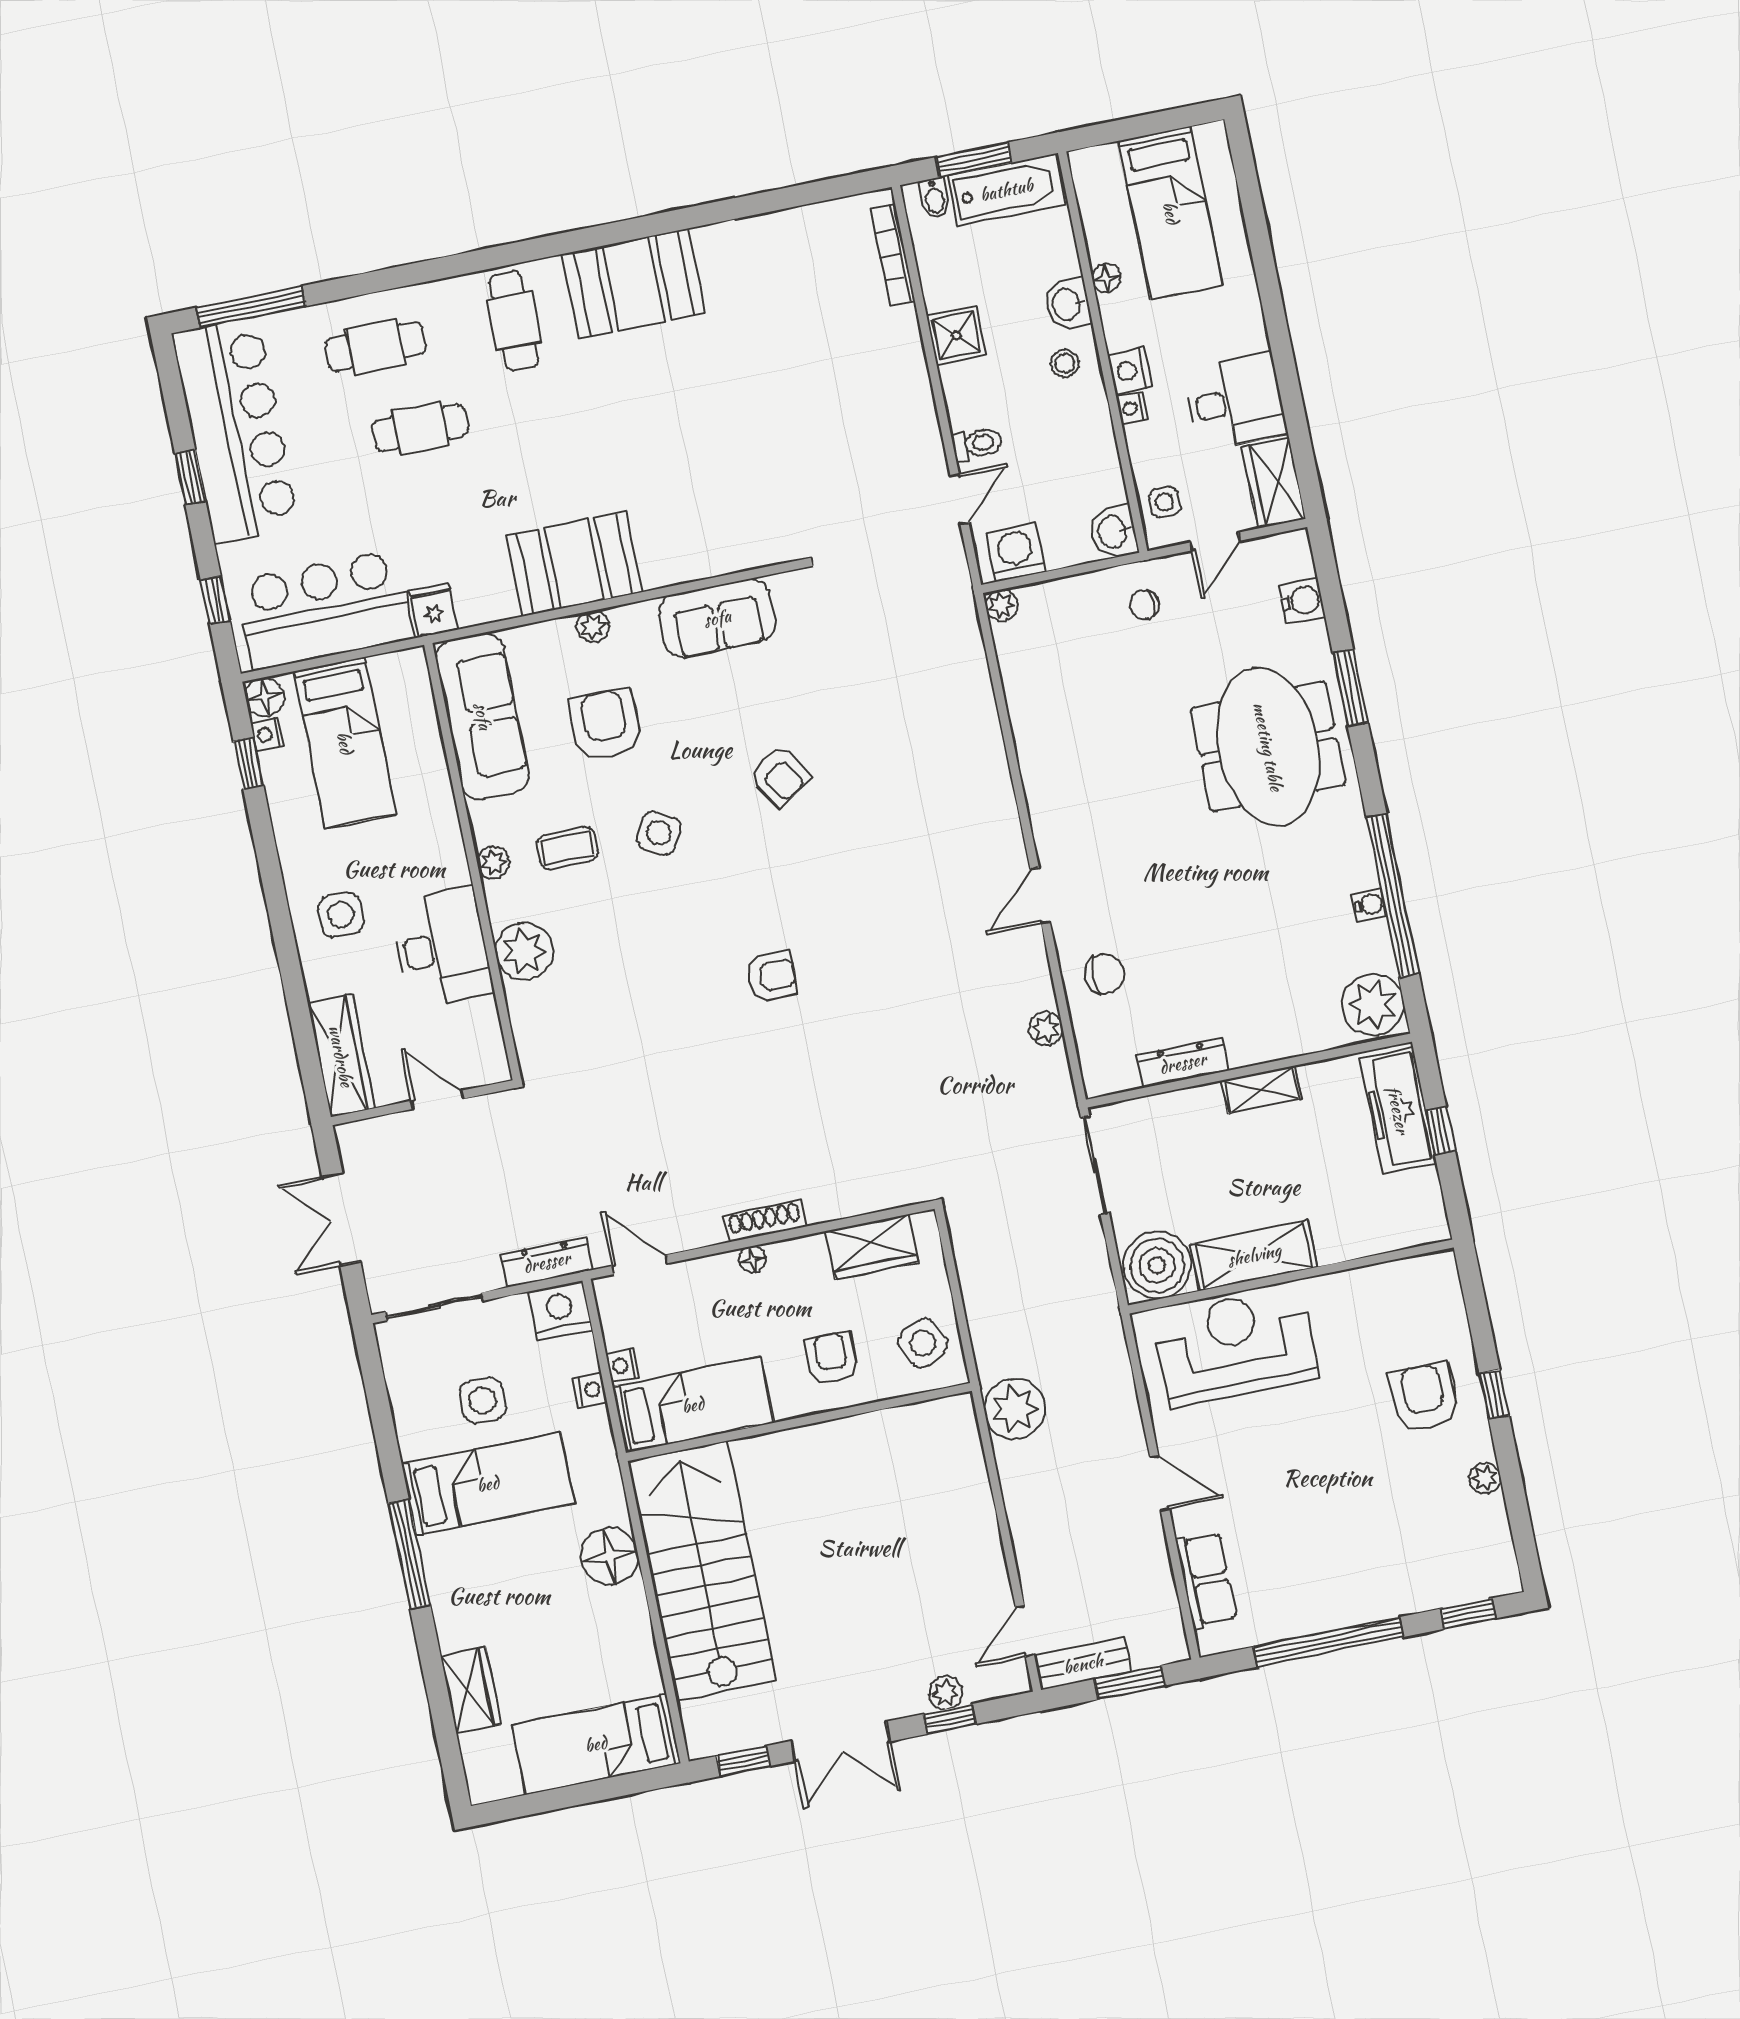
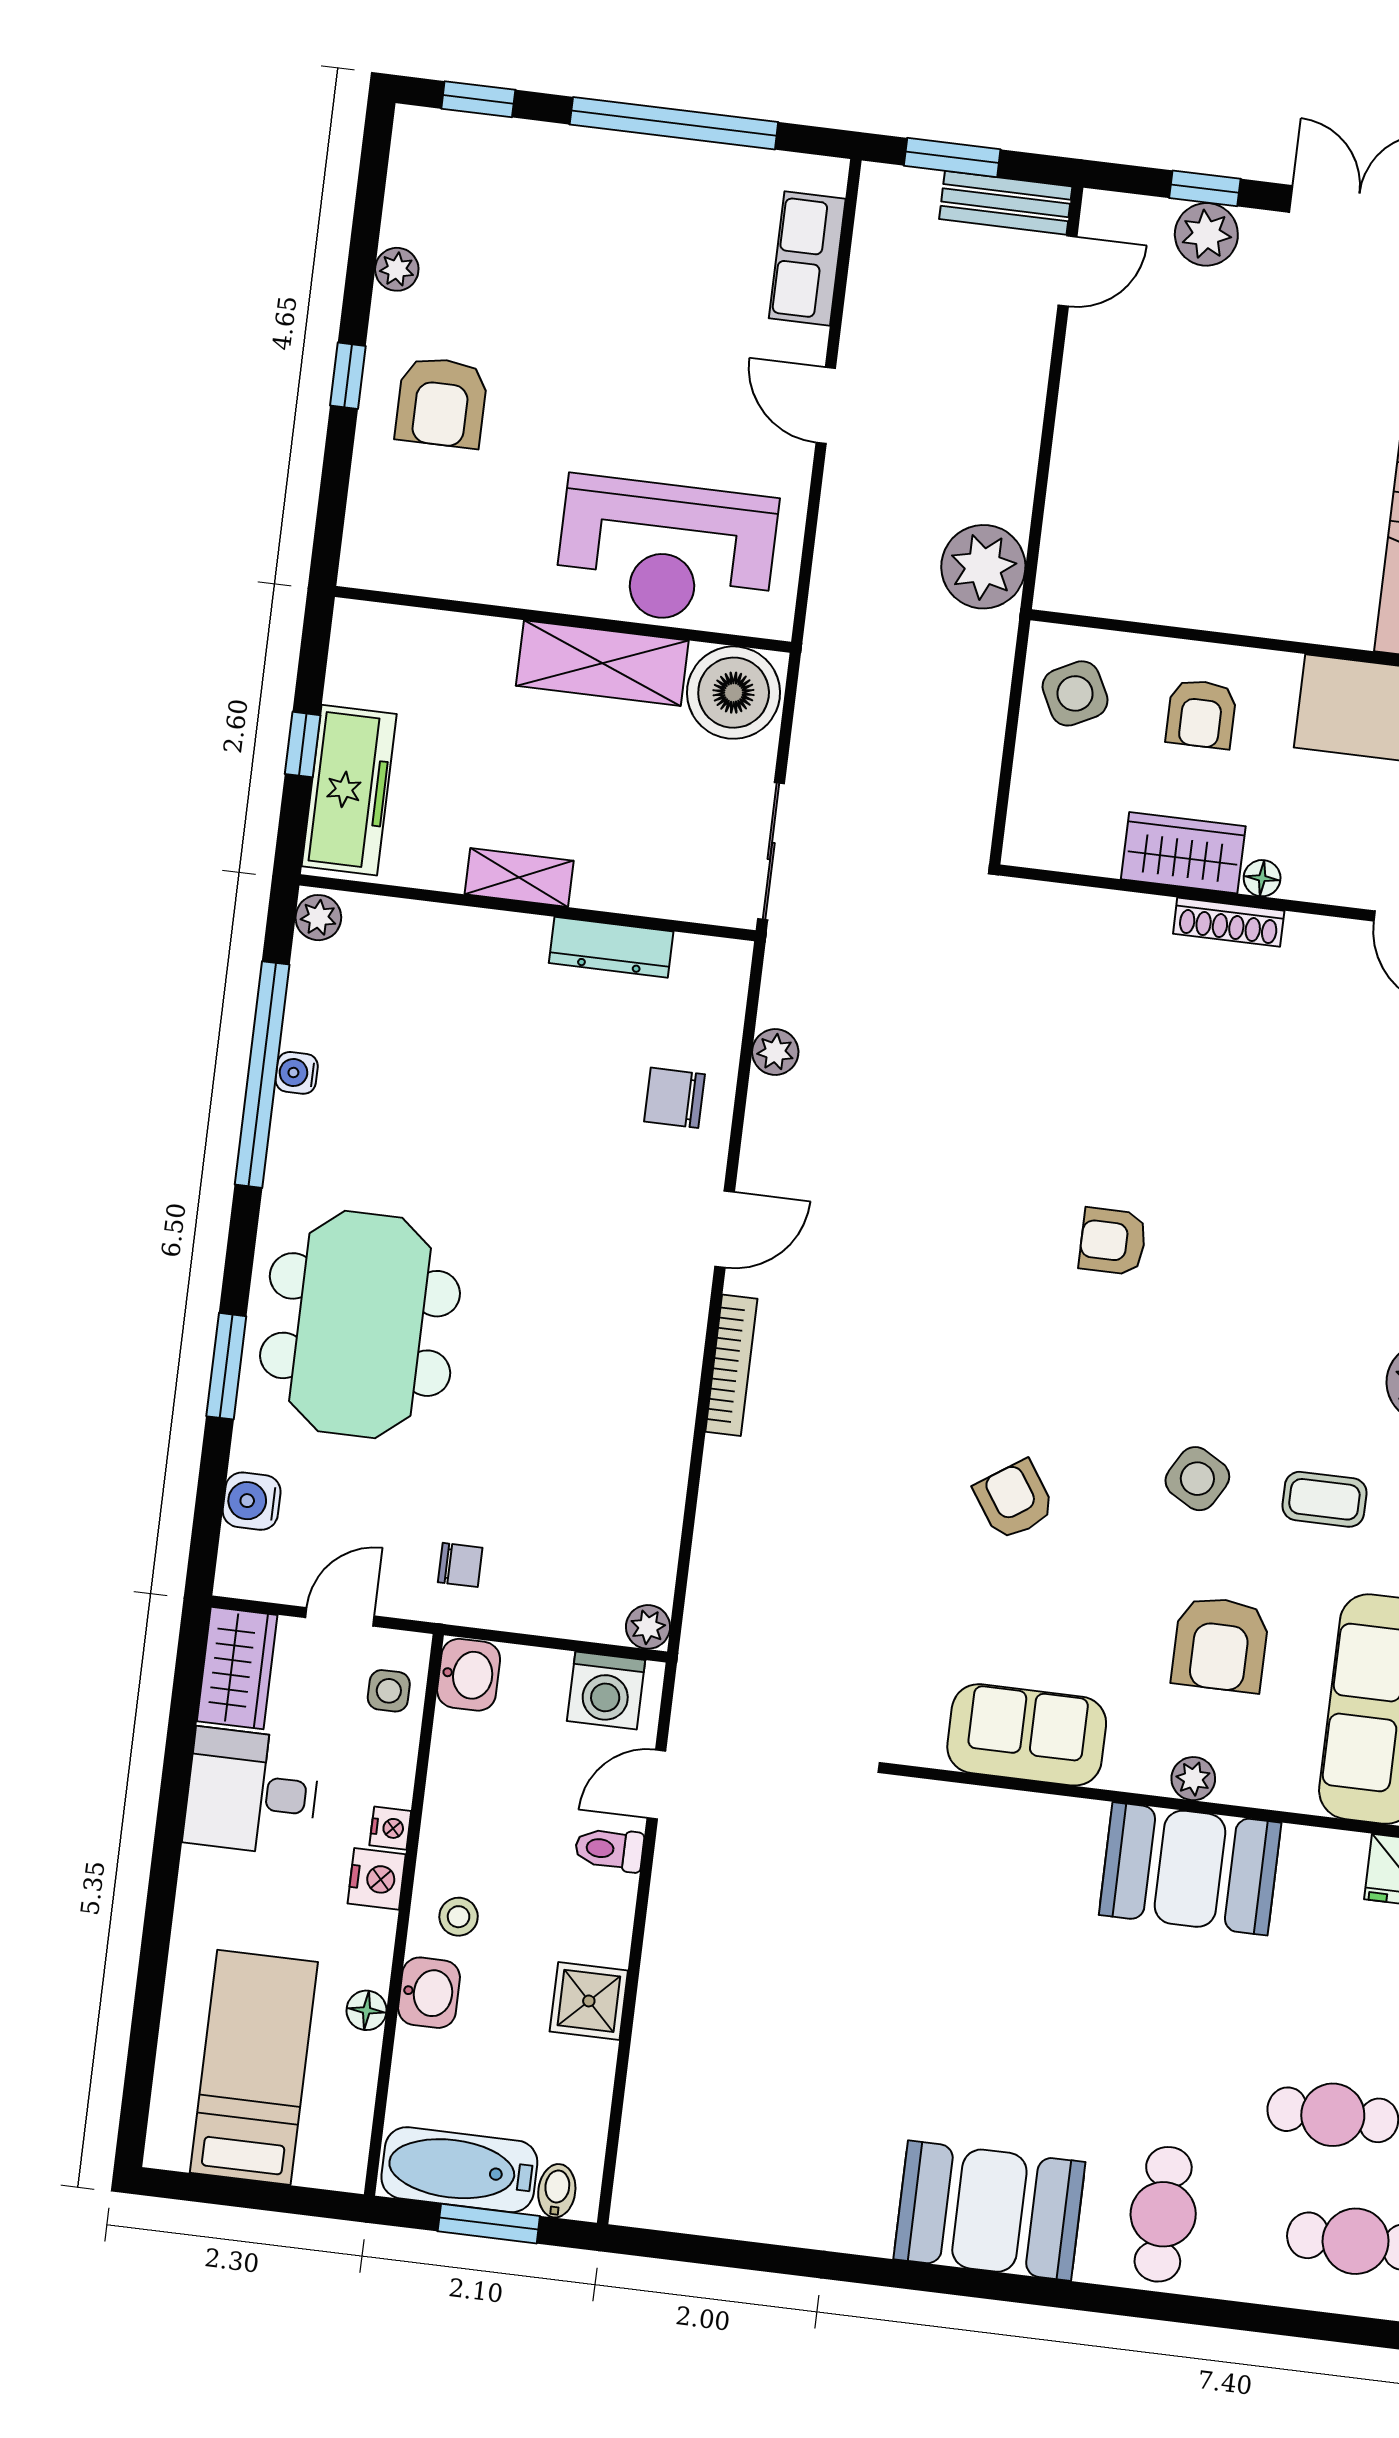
bookcase: (893, 255) -> (731, 1365), moved
plant: (1373, 1005) -> (318, 918), width x0.53, depth x0.53
wardrobe: (872, 1247) -> (1183, 853), moved
plant: (945, 1693) -> (1206, 234), width x1.38, depth x1.38

